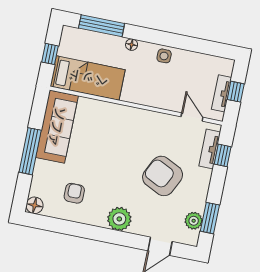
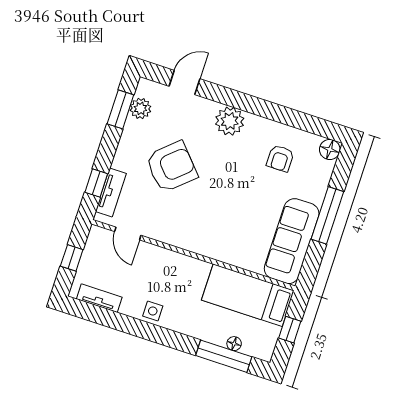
floor lamp: (132, 45) -> (234, 344), moved
tv unit: (222, 93) -> (99, 298), moved, turned -90
armchair: (163, 176) -> (171, 167), turned -68

